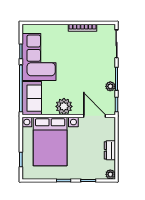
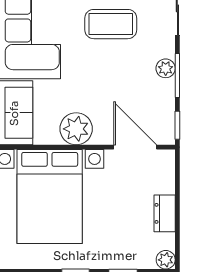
coffee table: (82, 52) -> (111, 24), added
plant: (110, 86) -> (166, 68), moved

